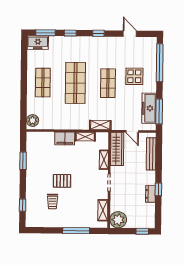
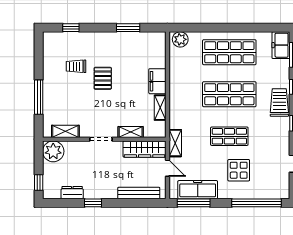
trolley: (82, 44) -> (279, 103), added
shop shelf: (43, 83) -> (229, 52), width x1.43, depth x1.36
shelving: (100, 125) -> (175, 143), moved
door: (132, 131) -> (167, 168), swing flipped
dresser: (150, 194) -> (72, 193), moved

